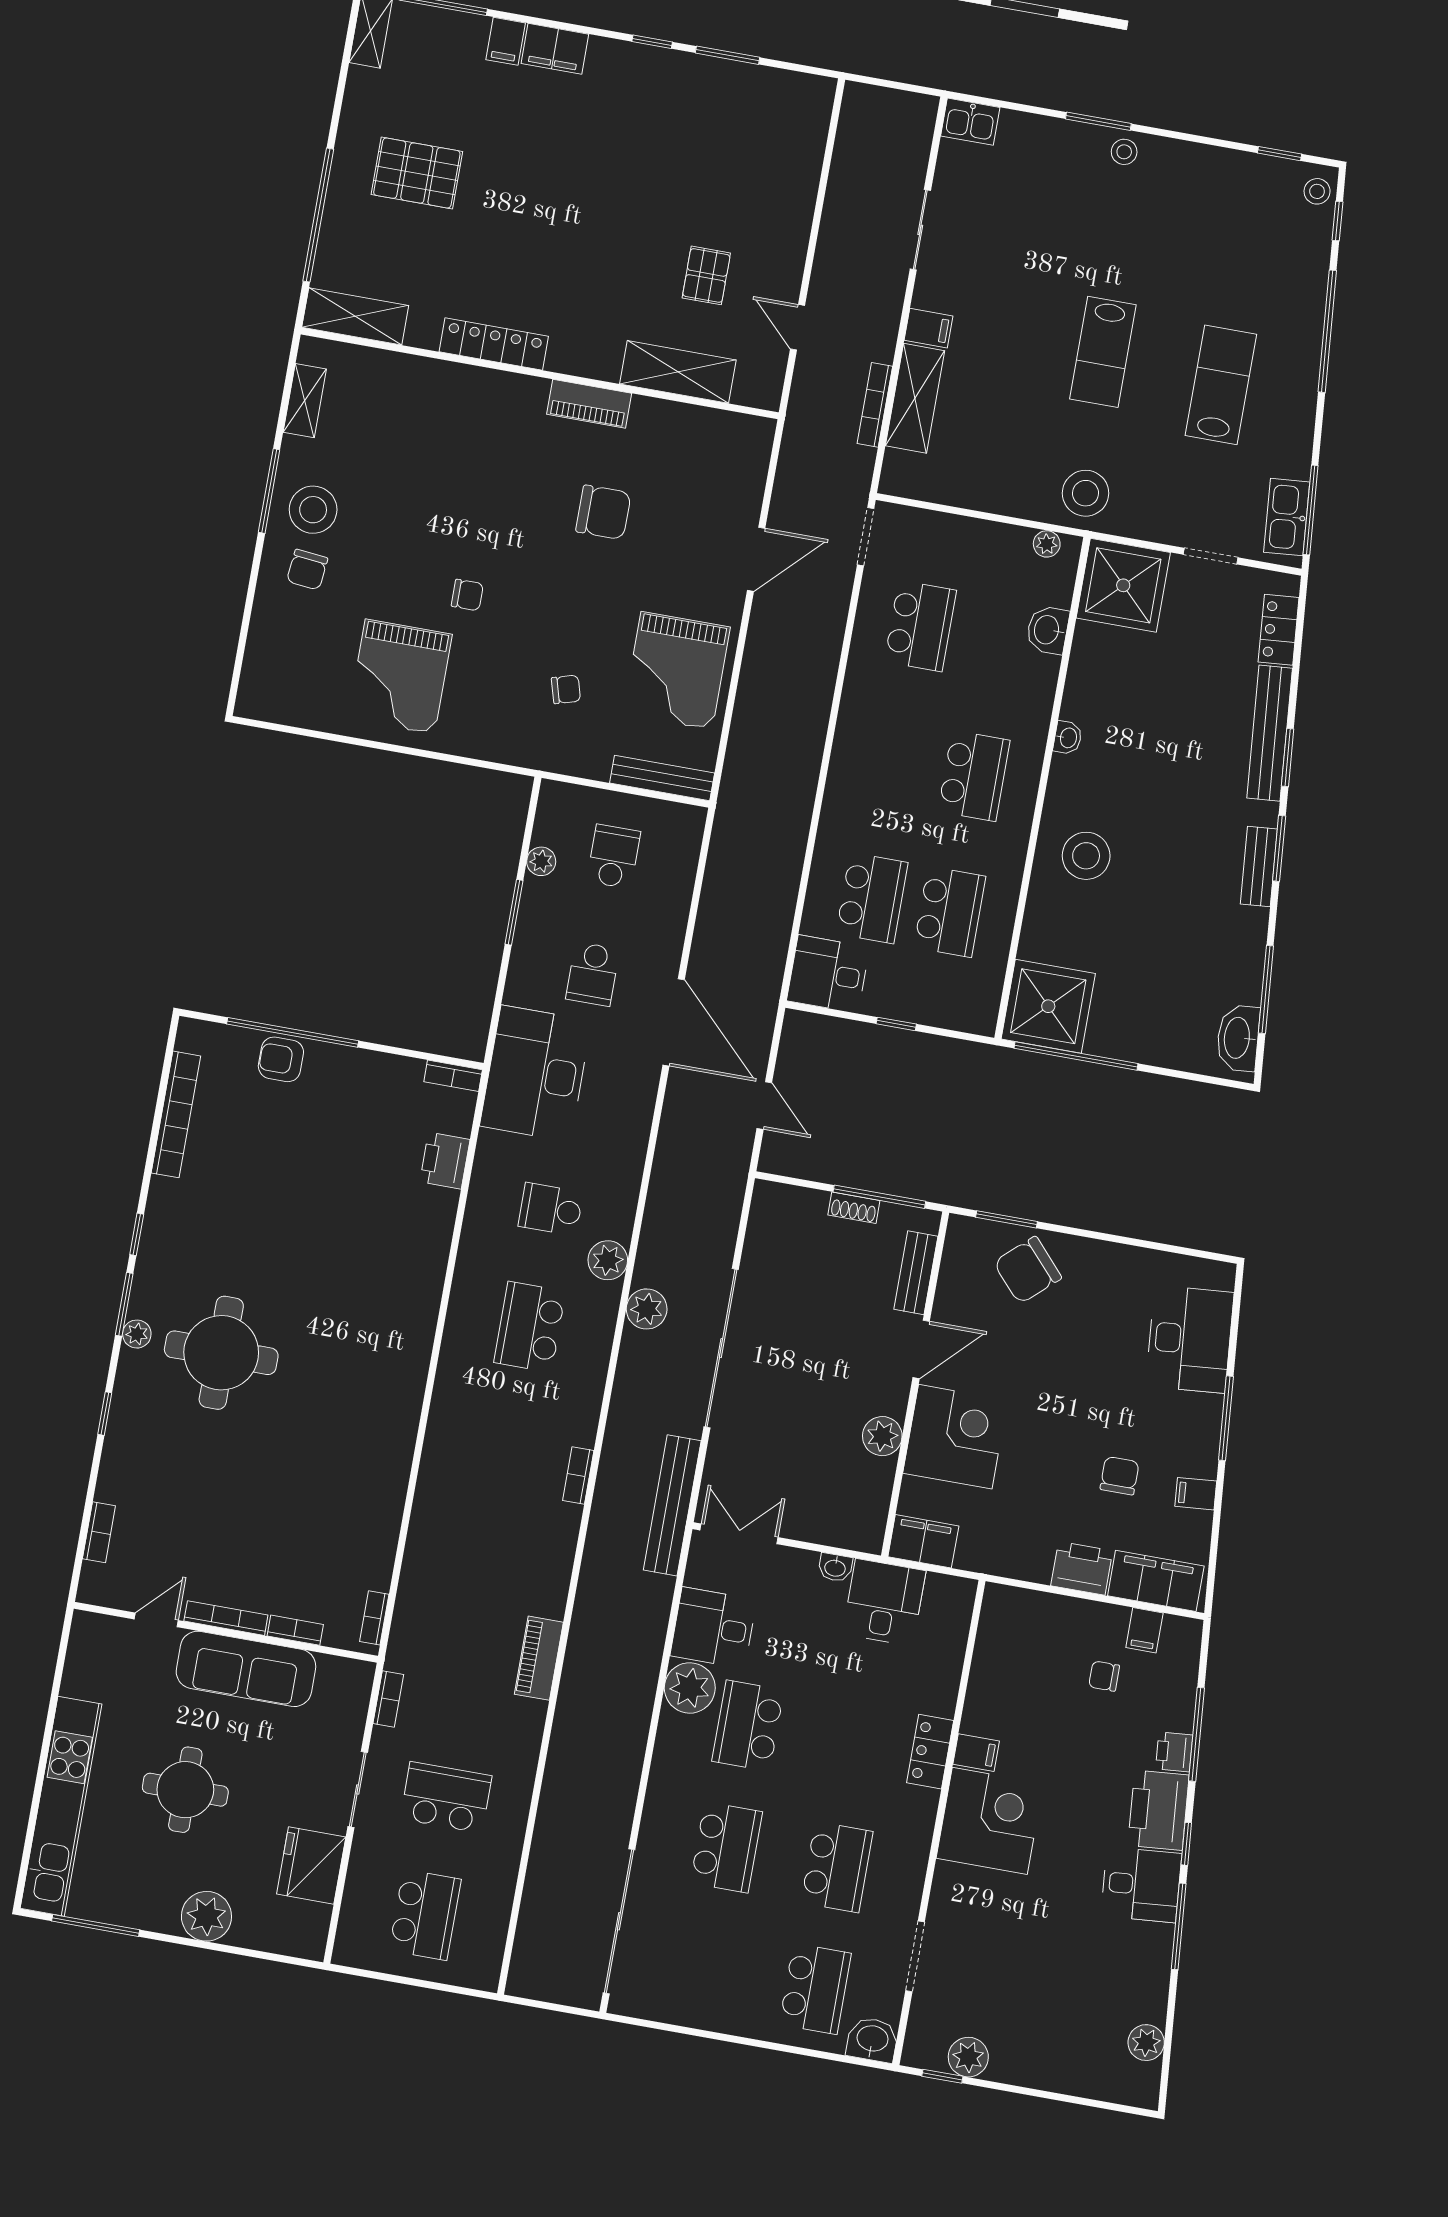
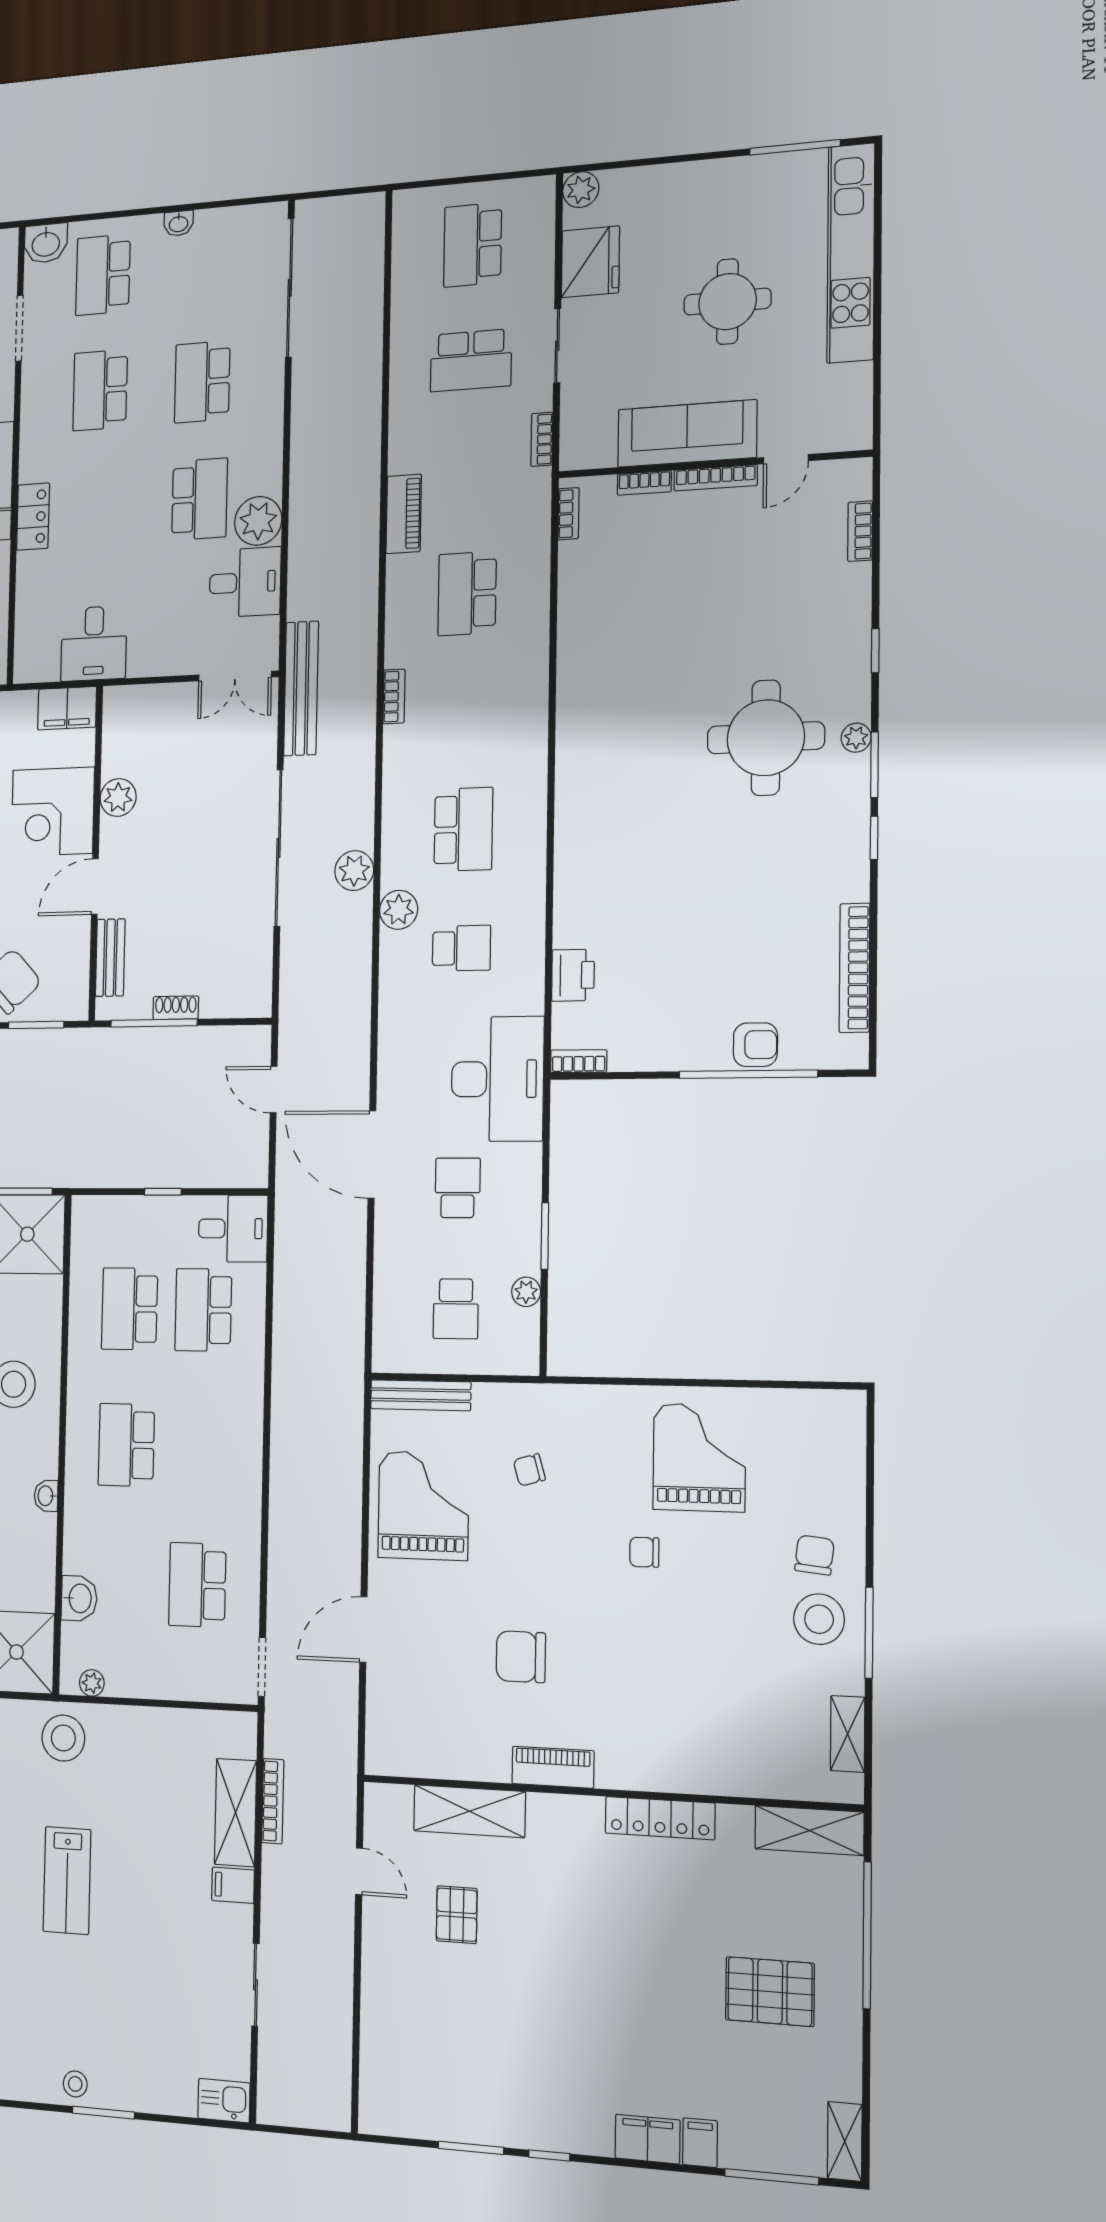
lab bench: (1103, 352) -> (67, 1881), turned 180
school desk: (488, 1562) -> (467, 594), added
washbasin: (835, 1567) -> (179, 223), moved, turned 180
plant: (206, 1916) -> (581, 190), moved, width x0.73, depth x0.73

